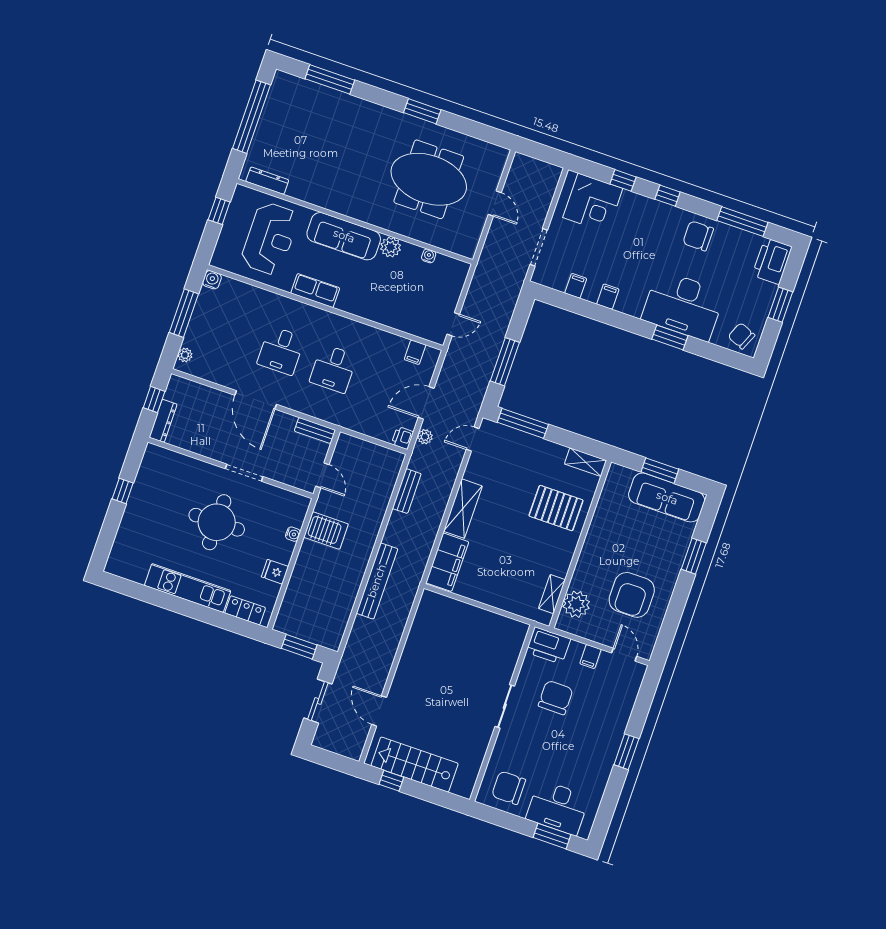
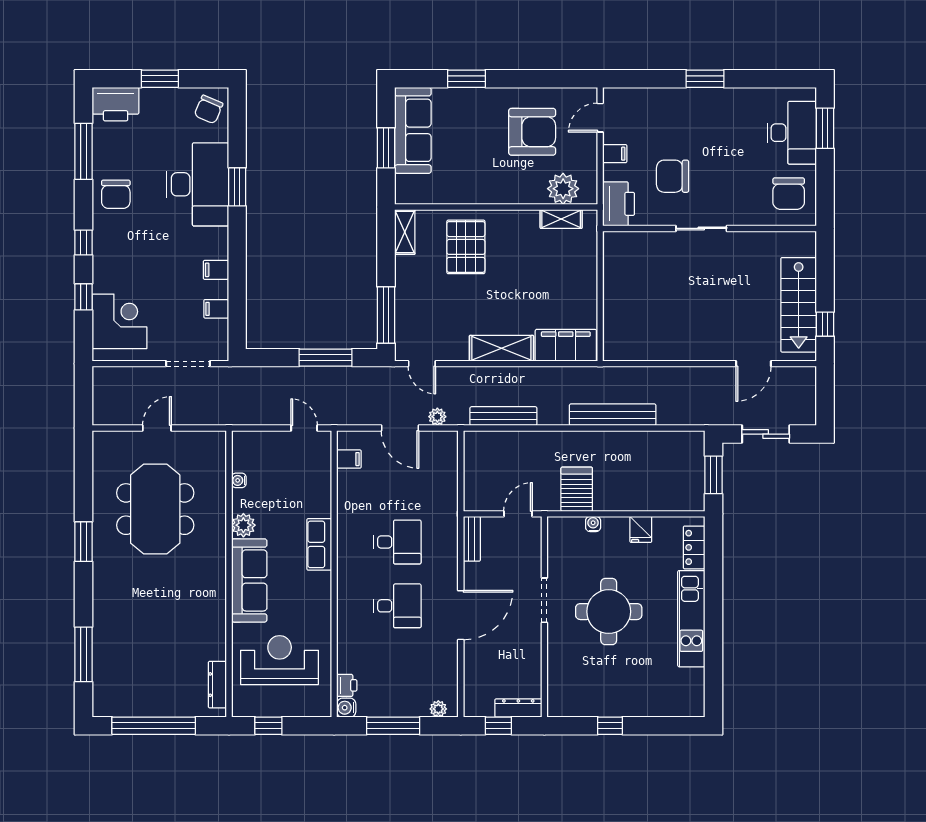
row of seats: (315, 291) -> (319, 544), moved
printer: (402, 438) -> (347, 685), moved, turned -90
bench: (407, 491) -> (503, 416), width x1.36

